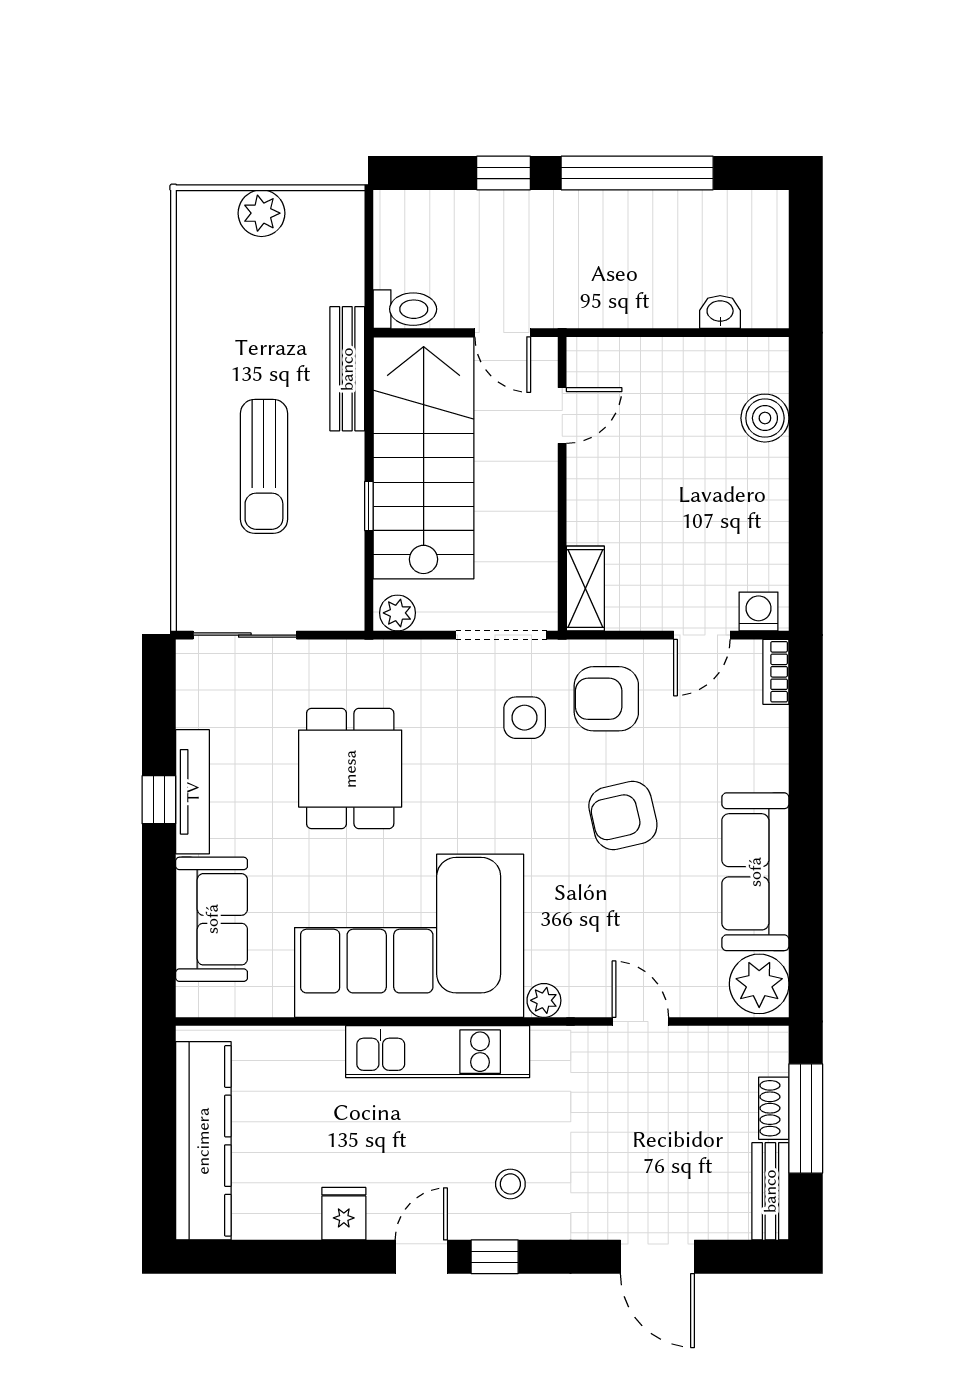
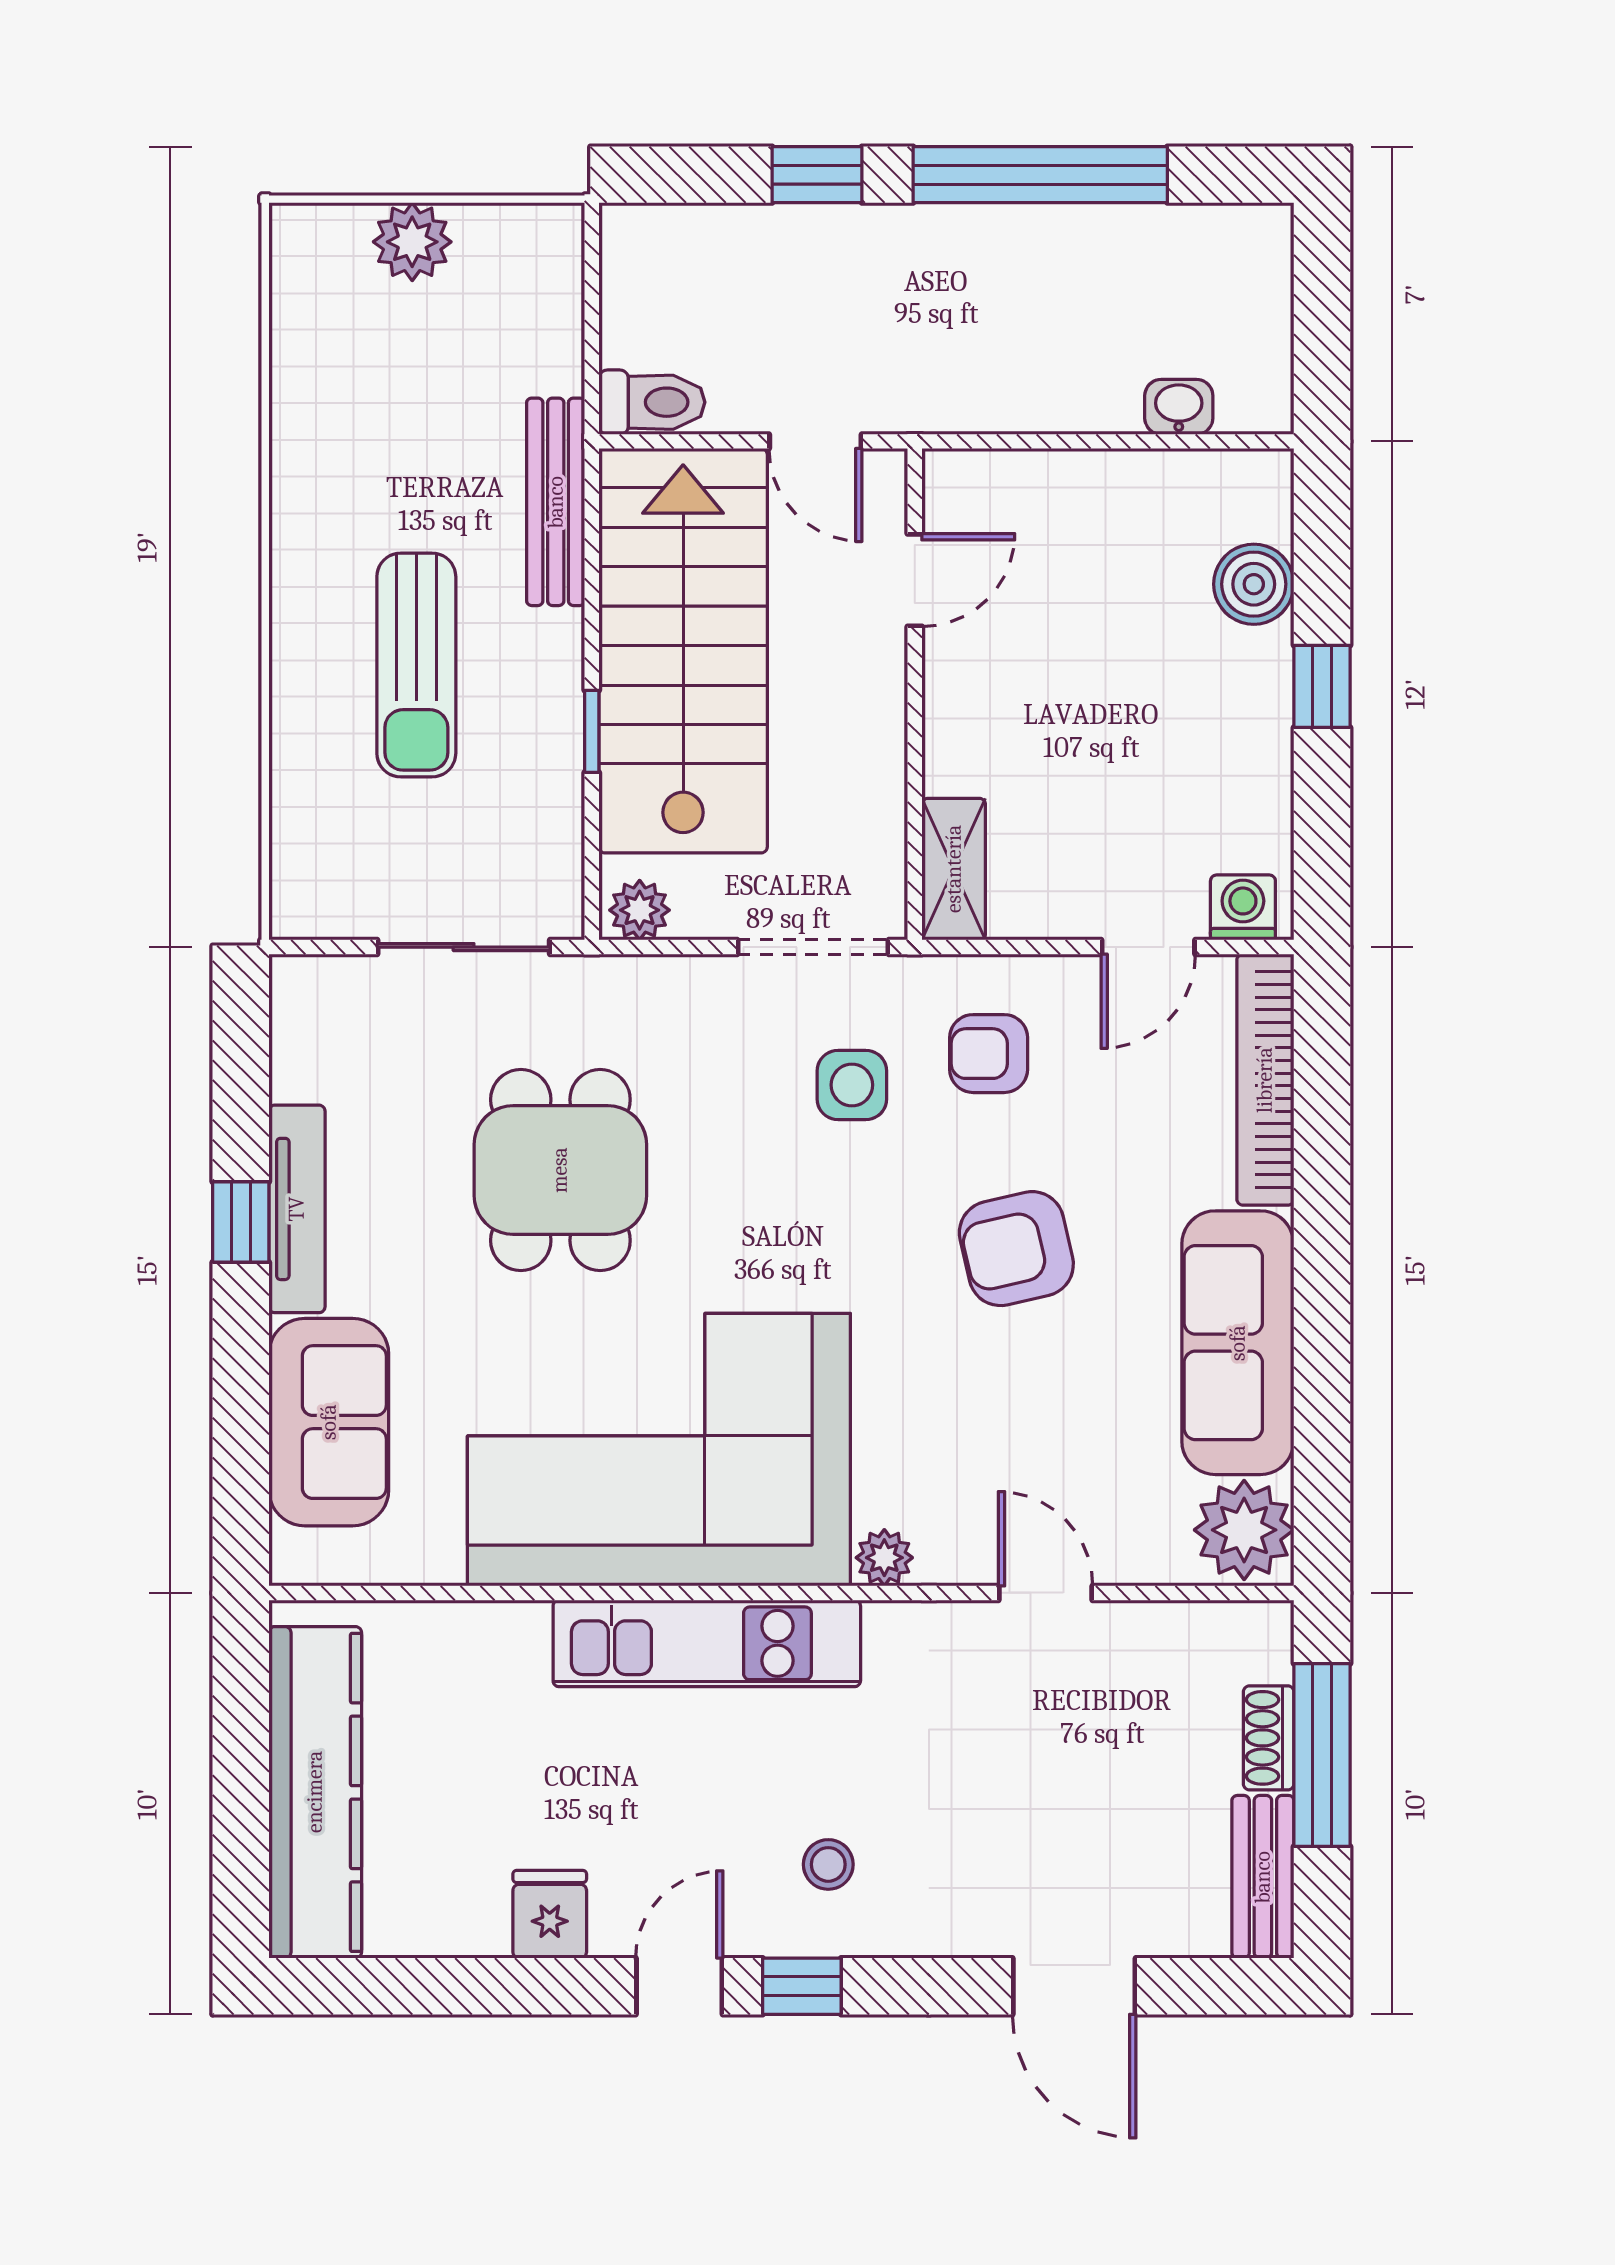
window: (806, 479) -> (1322, 686), added
sliding door: (245, 635) -> (464, 947), moved
bookcase: (776, 672) -> (1265, 1080), width x2.31, depth x1.31
armchair: (606, 699) -> (989, 1054), width x0.72, depth x0.72

